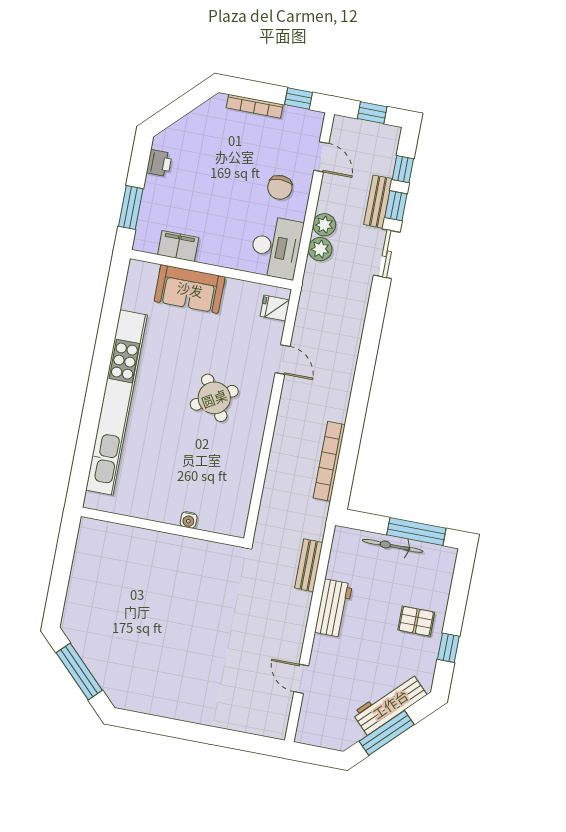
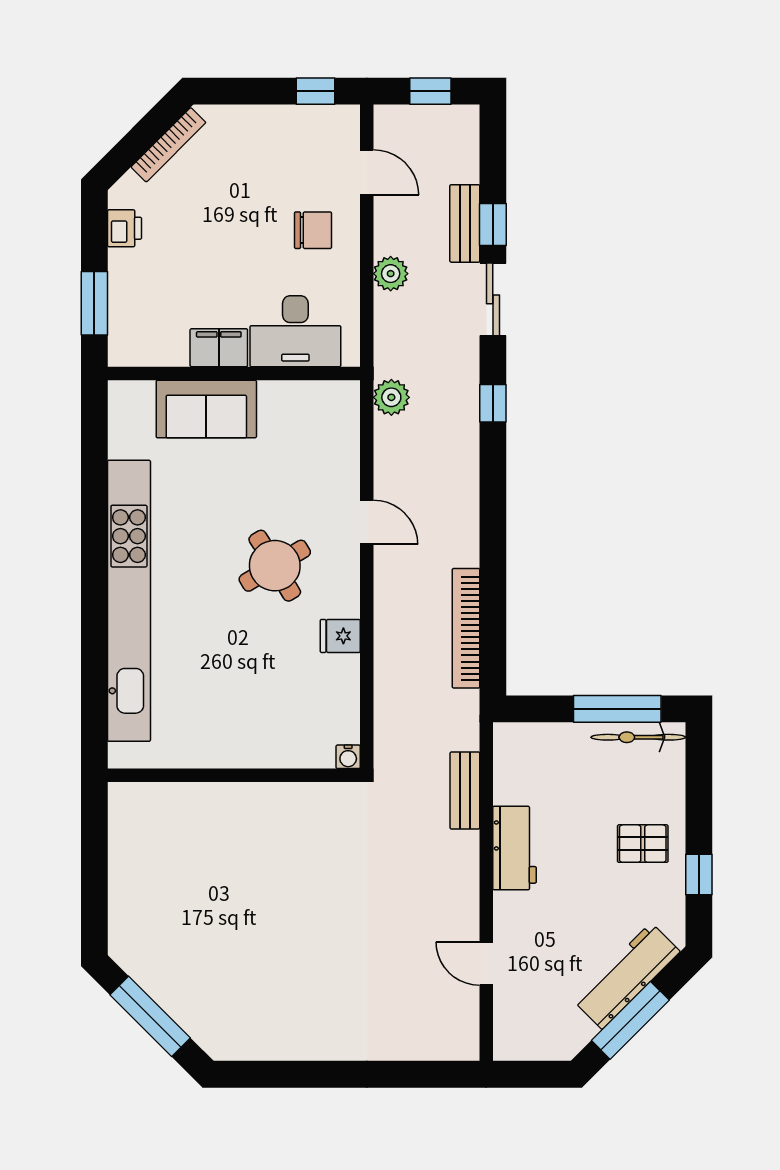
bookcase: (255, 106) -> (168, 145), moved, turned -45
window: (403, 169) -> (493, 403), moved
chair: (280, 187) -> (313, 230), turned -90
filing cabinet: (178, 246) -> (219, 348), moved
desk: (276, 247) -> (295, 331), moved, turned 90
plant: (320, 249) -> (391, 397), moved
fridge: (275, 308) -> (340, 636), moved
door: (283, 360) -> (367, 522), moved
water cooler: (189, 520) -> (348, 757), moved
bicycle: (393, 546) -> (638, 737), moved

